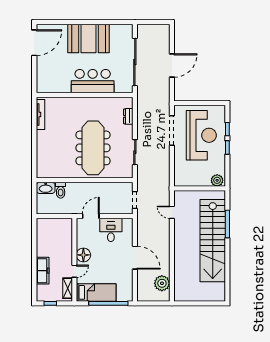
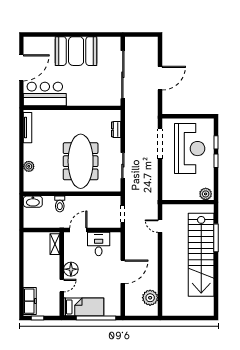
door: (34, 43) -> (21, 68), moved
bar counter: (93, 81) -> (45, 94), moved
plant: (42, 153) -> (29, 166), added
toilet: (61, 190) -> (60, 204), moved
door: (135, 258) -> (123, 272), hinge flipped
freezer: (43, 271) -> (30, 301), moved
shelving: (68, 288) -> (55, 244), moved

